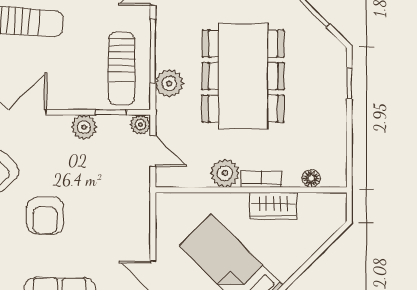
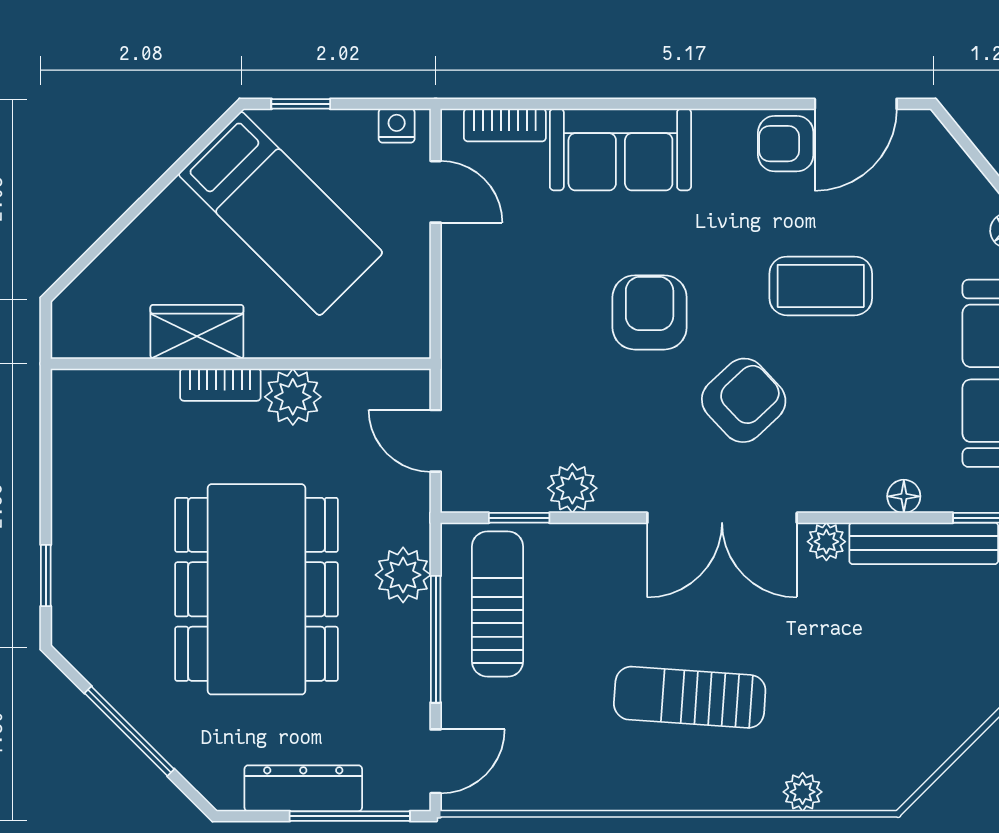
plant: (140, 125) -> (460, 493), removed
floor lamp: (311, 178) -> (122, 386), removed

